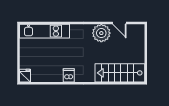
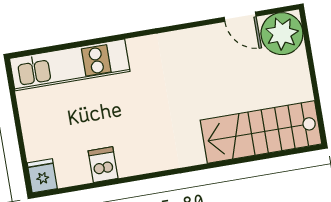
plant: (101, 33) -> (282, 34), moved
dishwasher: (69, 75) -> (103, 165), moved

